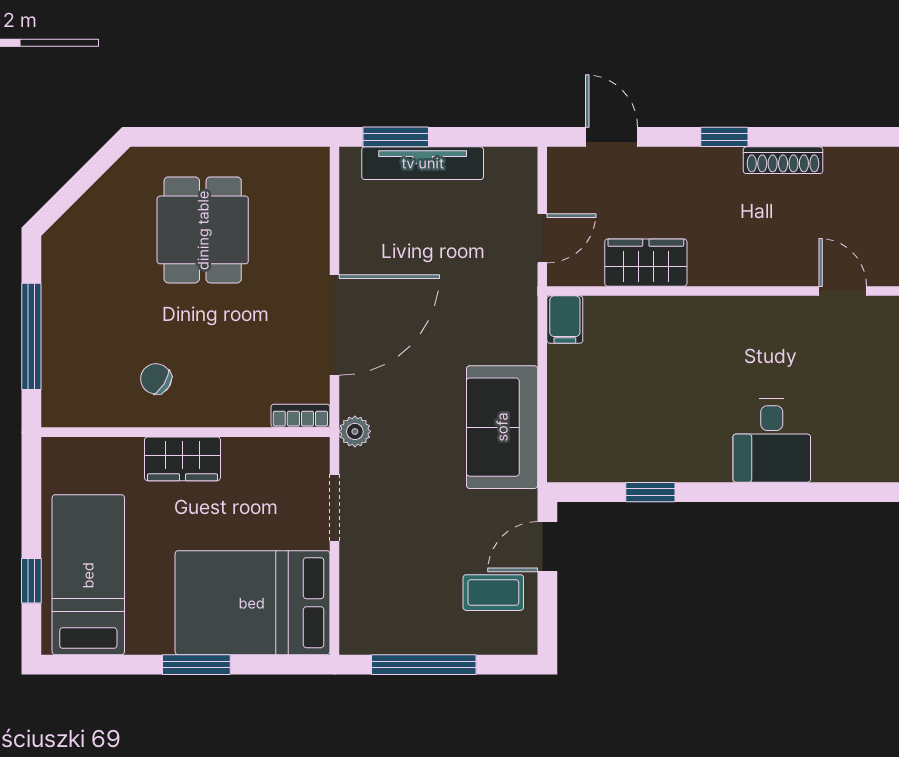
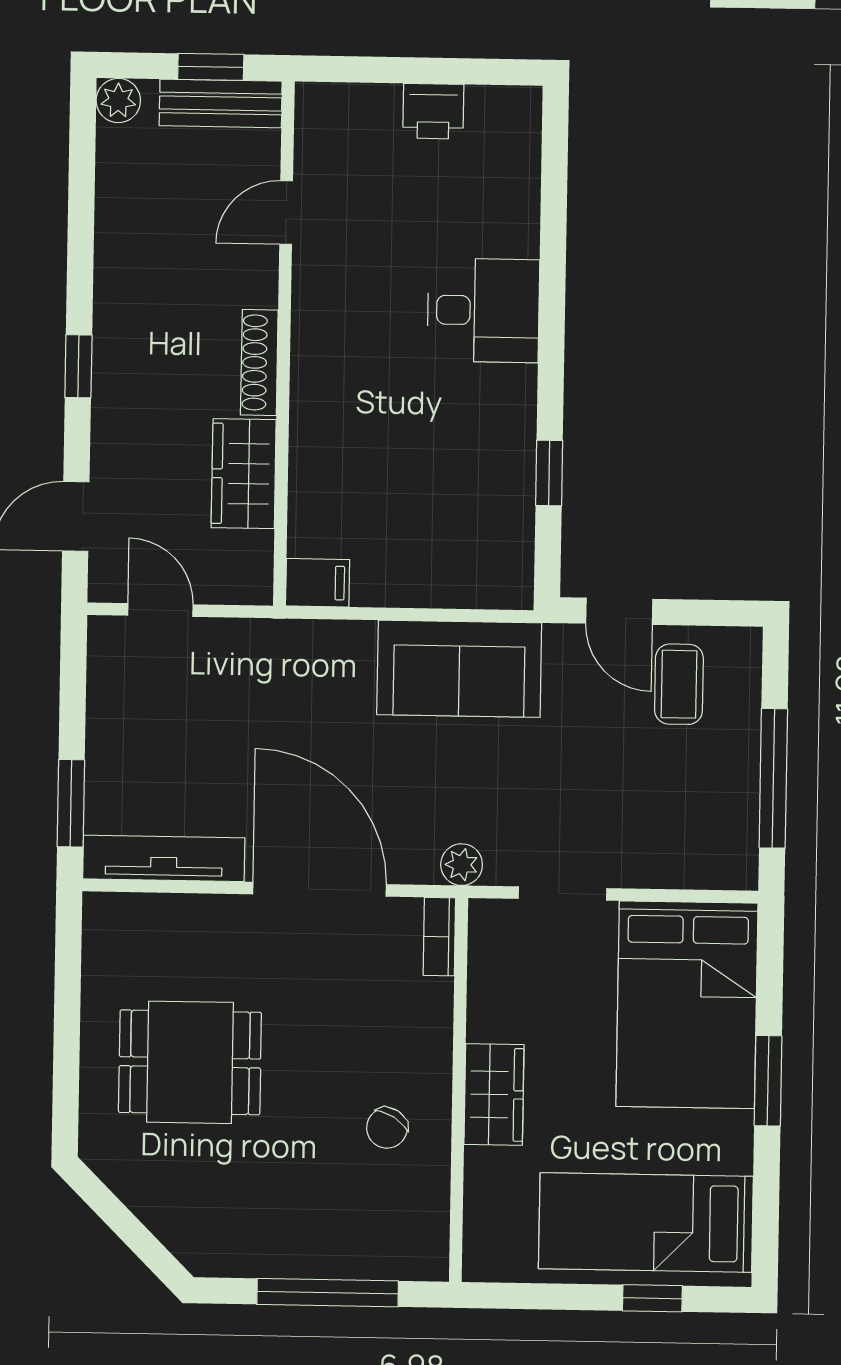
shoe rack: (783, 160) -> (259, 363), moved, turned 180
tv unit: (423, 163) -> (164, 858), moved, turned -90
door: (542, 238) -> (160, 610), moved

